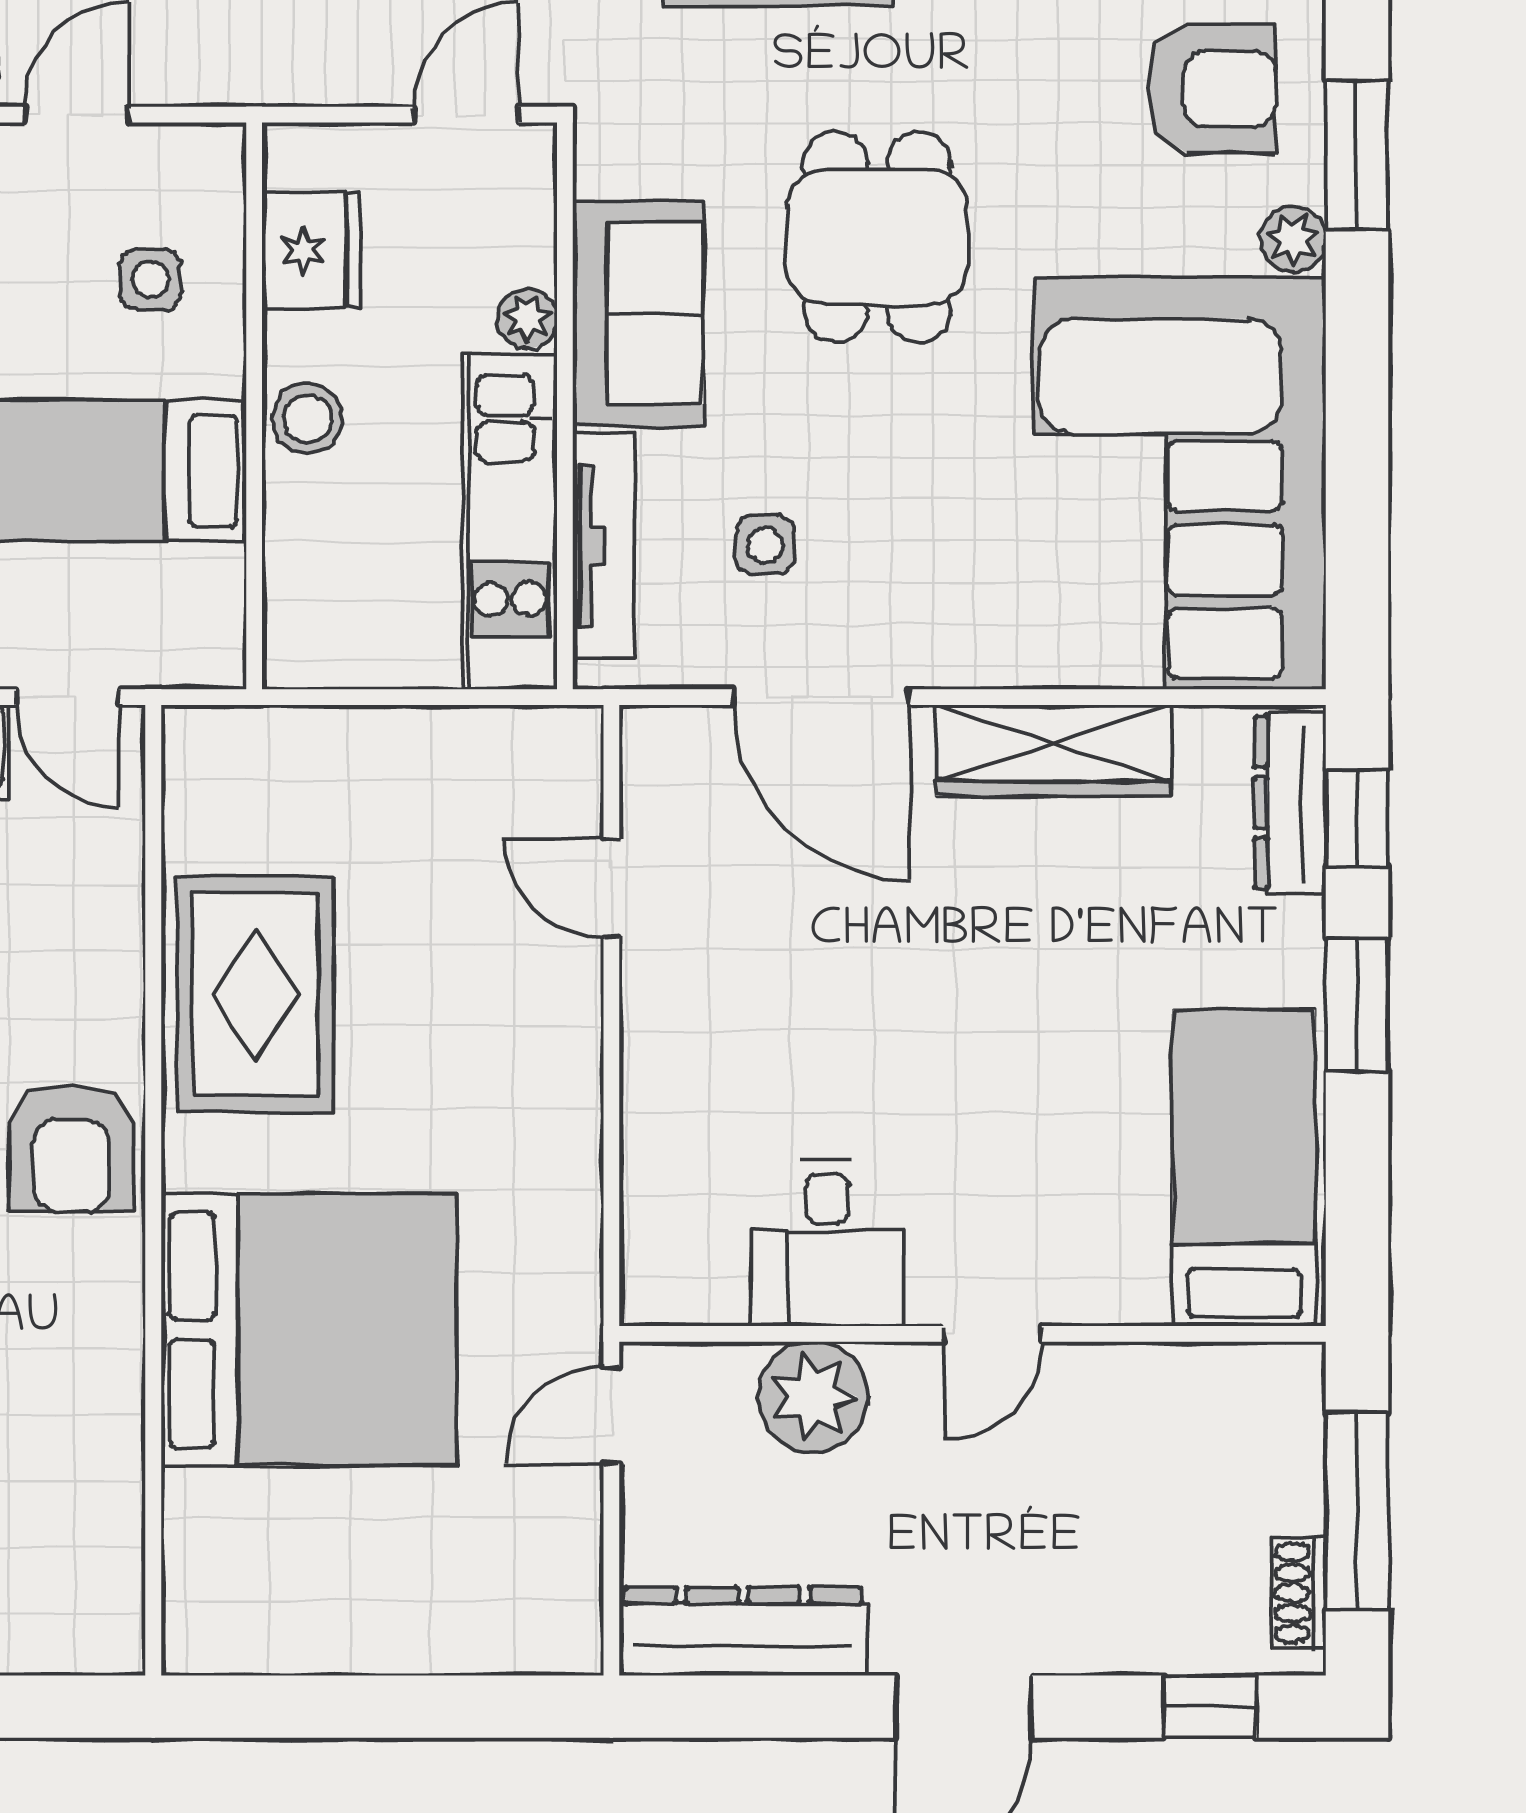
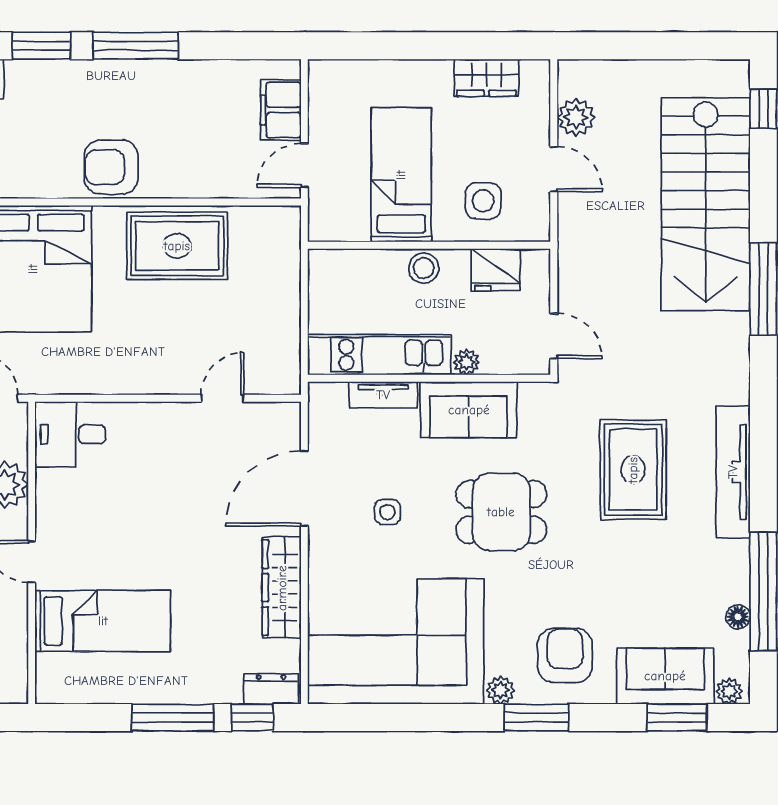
armchair: (1212, 89) -> (565, 655), turned 180
side table: (150, 280) -> (483, 201), width x1.37, depth x1.37
side table: (765, 545) -> (387, 512), moved
tv unit: (603, 546) -> (383, 395), width x0.71
dresser: (1290, 803) -> (271, 689), width x0.70
window: (1357, 1004) -> (173, 718), width x1.44
bed: (1244, 1168) -> (103, 621), moved
desk: (827, 1244) -> (70, 434), moved

